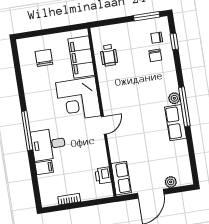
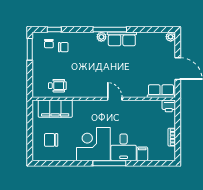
corner desk: (78, 99) -> (93, 144), moved, turned 180
printer: (103, 175) -> (169, 106), moved
plant: (171, 182) -> (171, 37), moved

